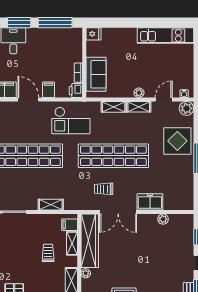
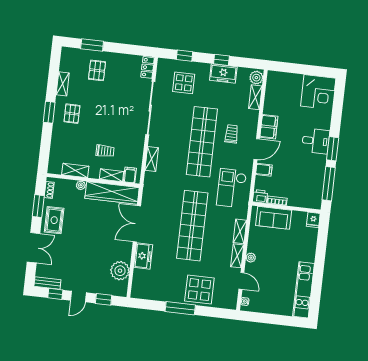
plant: (186, 108) -> (230, 302), removed
trolley: (104, 189) -> (232, 134), moved
plant: (163, 219) -> (120, 271), width x1.87, depth x1.87

